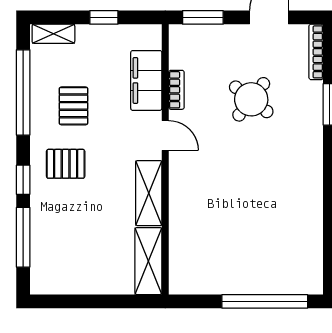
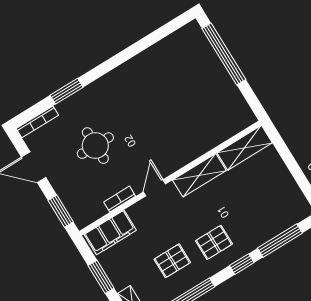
window: (104, 17) -> (101, 277), width x1.50
filing cabinet: (146, 80) -> (110, 232), moved
round table: (251, 99) -> (95, 146), turned -38
pallet: (66, 164) -> (214, 242), turned 90

